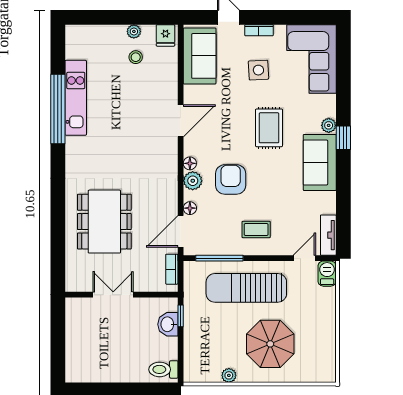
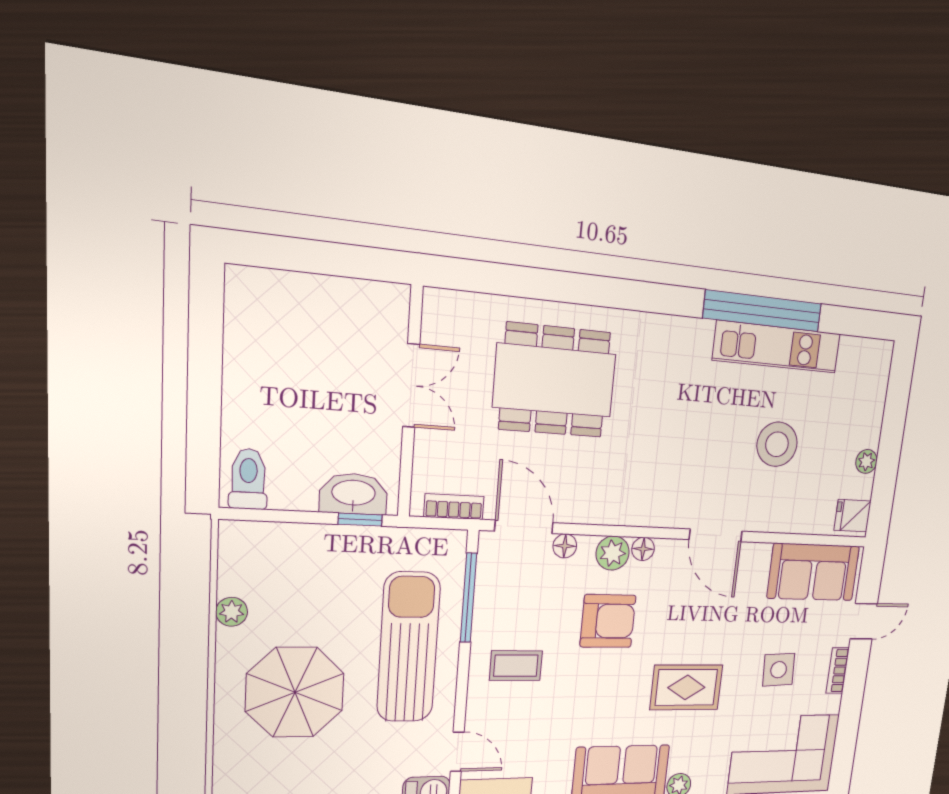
stool: (136, 57) -> (777, 444), moved, width x1.89, depth x1.89
coffee table: (256, 230) -> (516, 666), turned 90
washbasin: (168, 324) -> (354, 494), width x1.38

